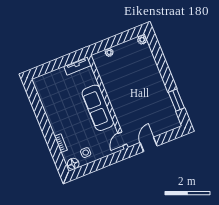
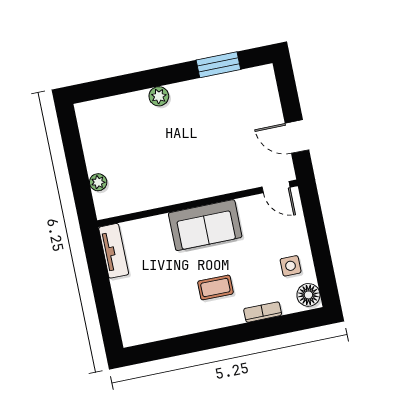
plant: (142, 40) -> (159, 96), moved
sofa: (98, 108) -> (205, 225), width x0.73
coffee table: (69, 118) -> (215, 287), added

